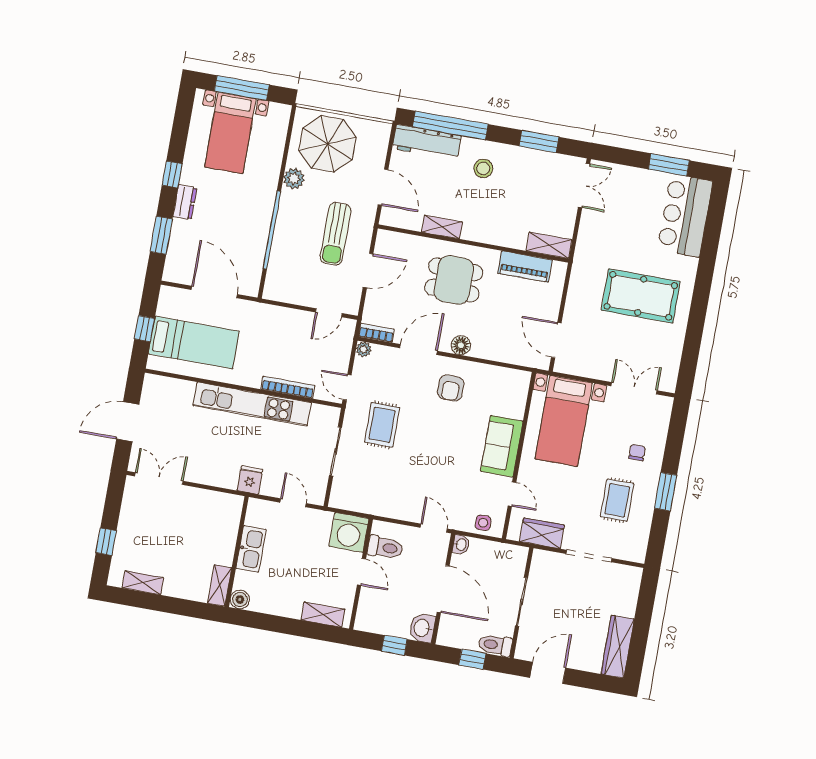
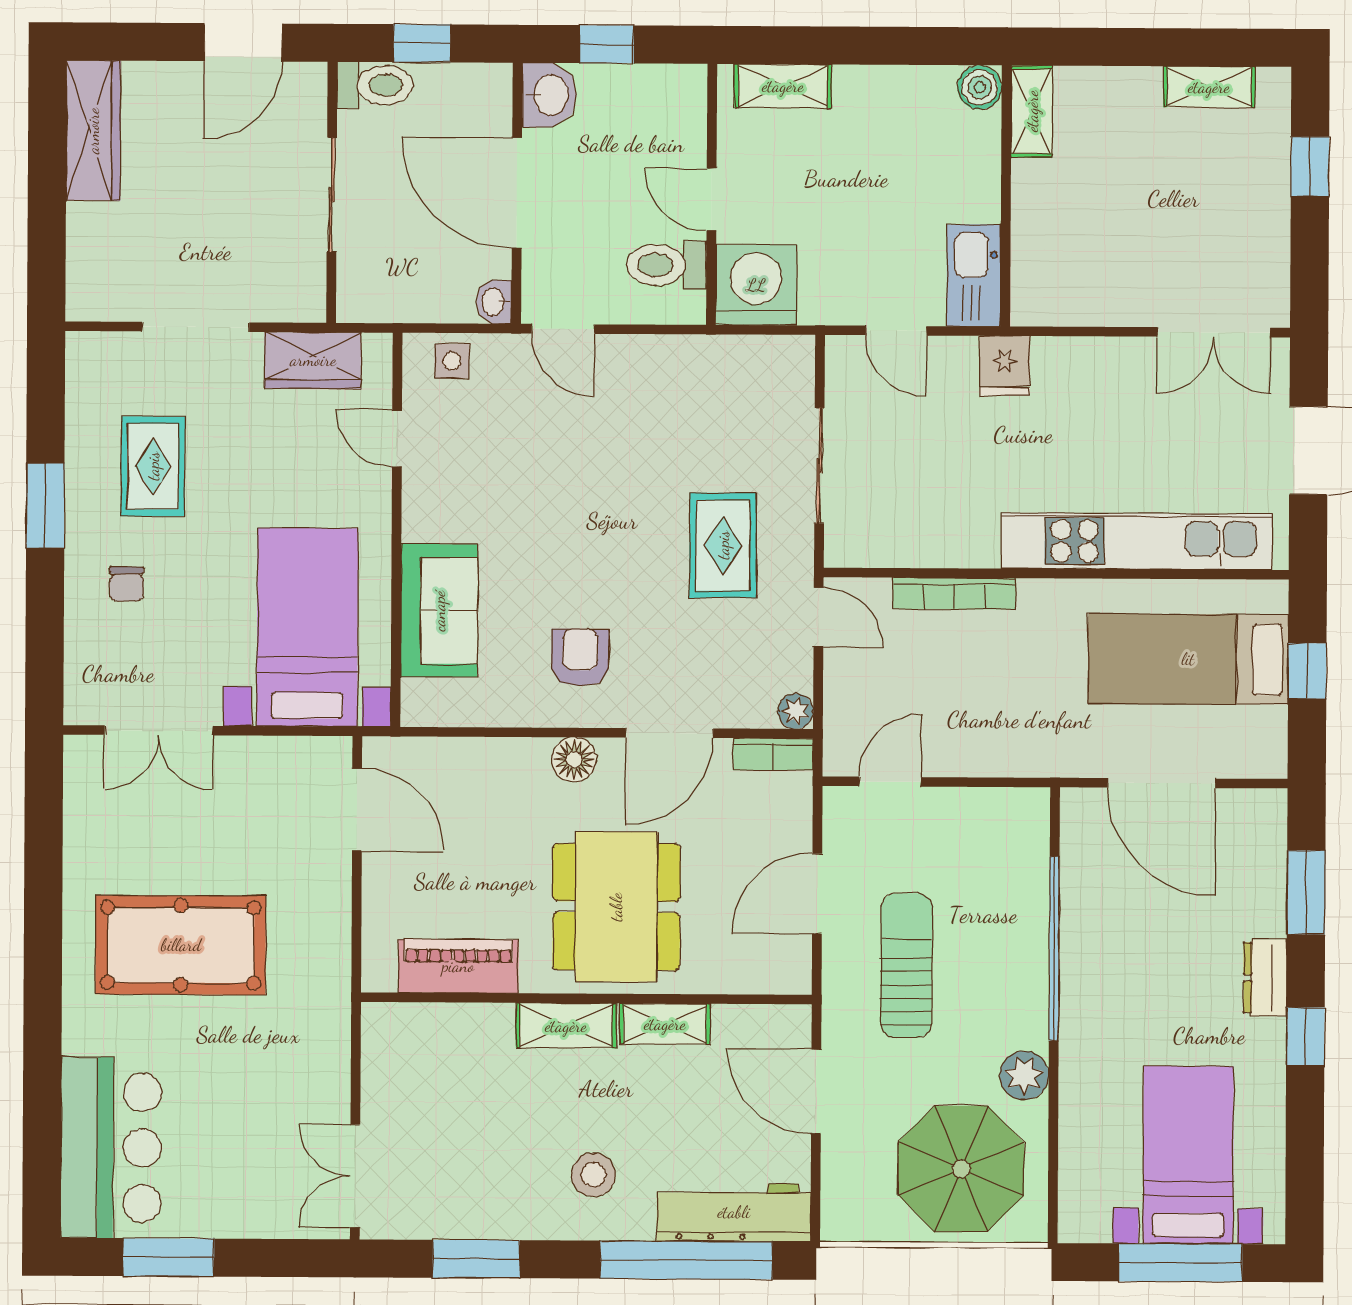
shelving: (549, 245) -> (566, 1026), moved
dining table: (454, 280) -> (616, 907), width x1.38
kitchen unit: (252, 404) -> (1137, 541), moved
sofa: (502, 446) -> (439, 611), moved
kitchen sink: (251, 549) -> (974, 275), moved

